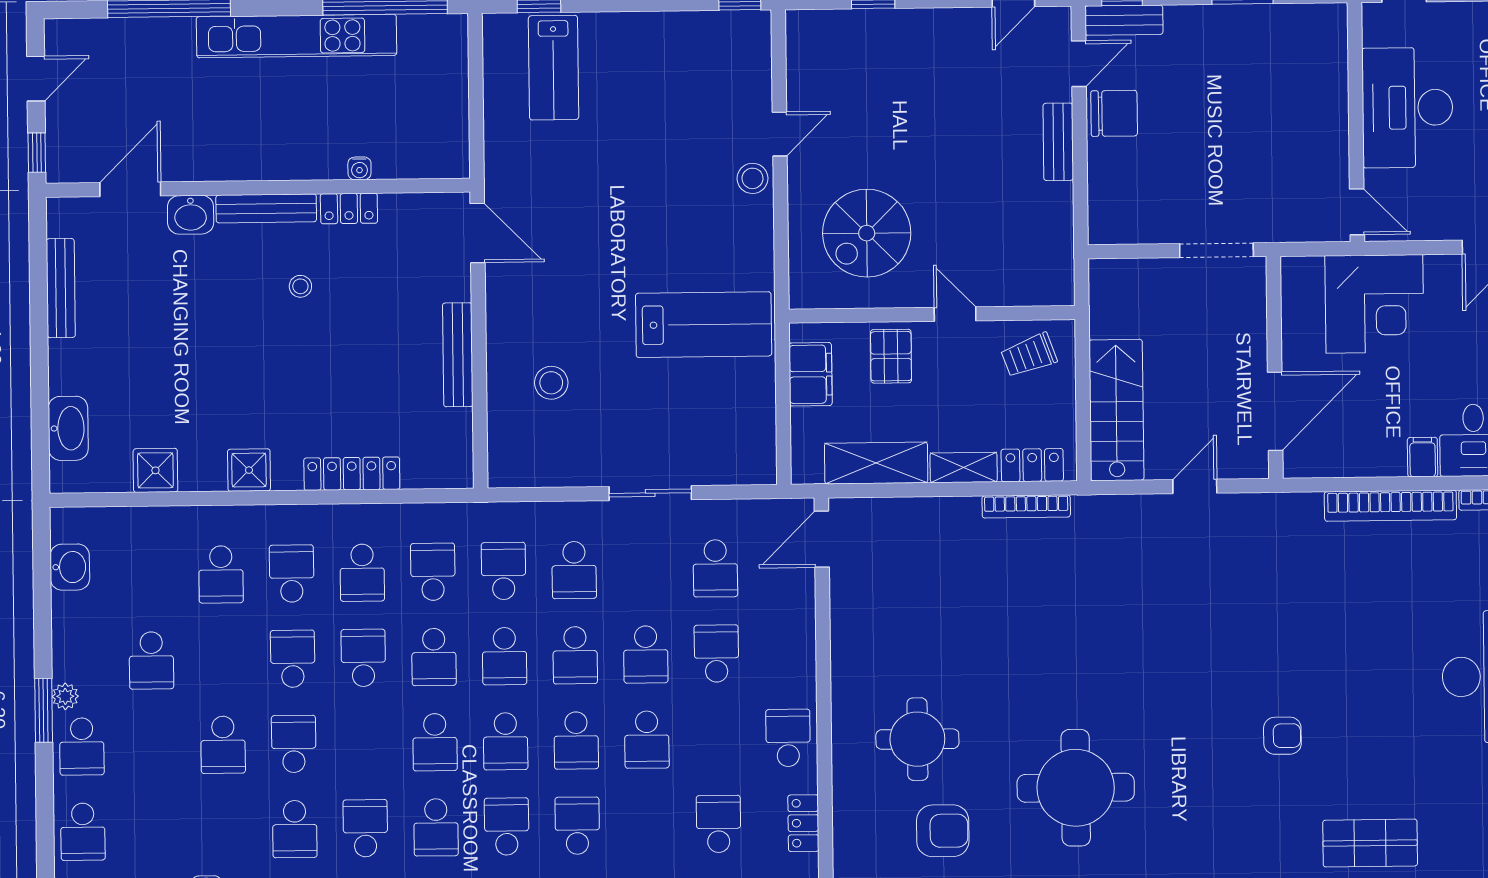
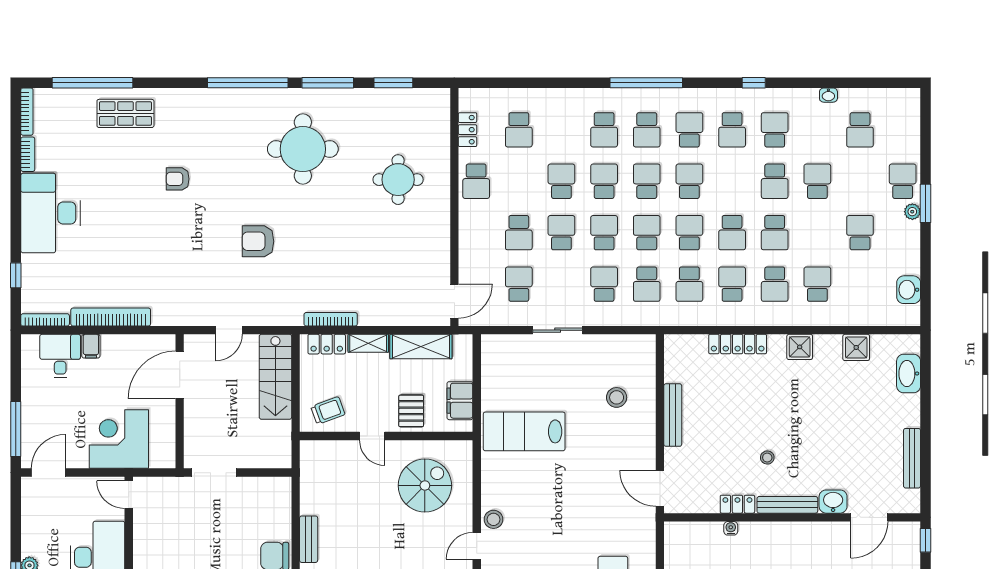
armchair: (943, 831) -> (258, 241), moved
school desk: (83, 832) -> (860, 130), moved, turned 180

